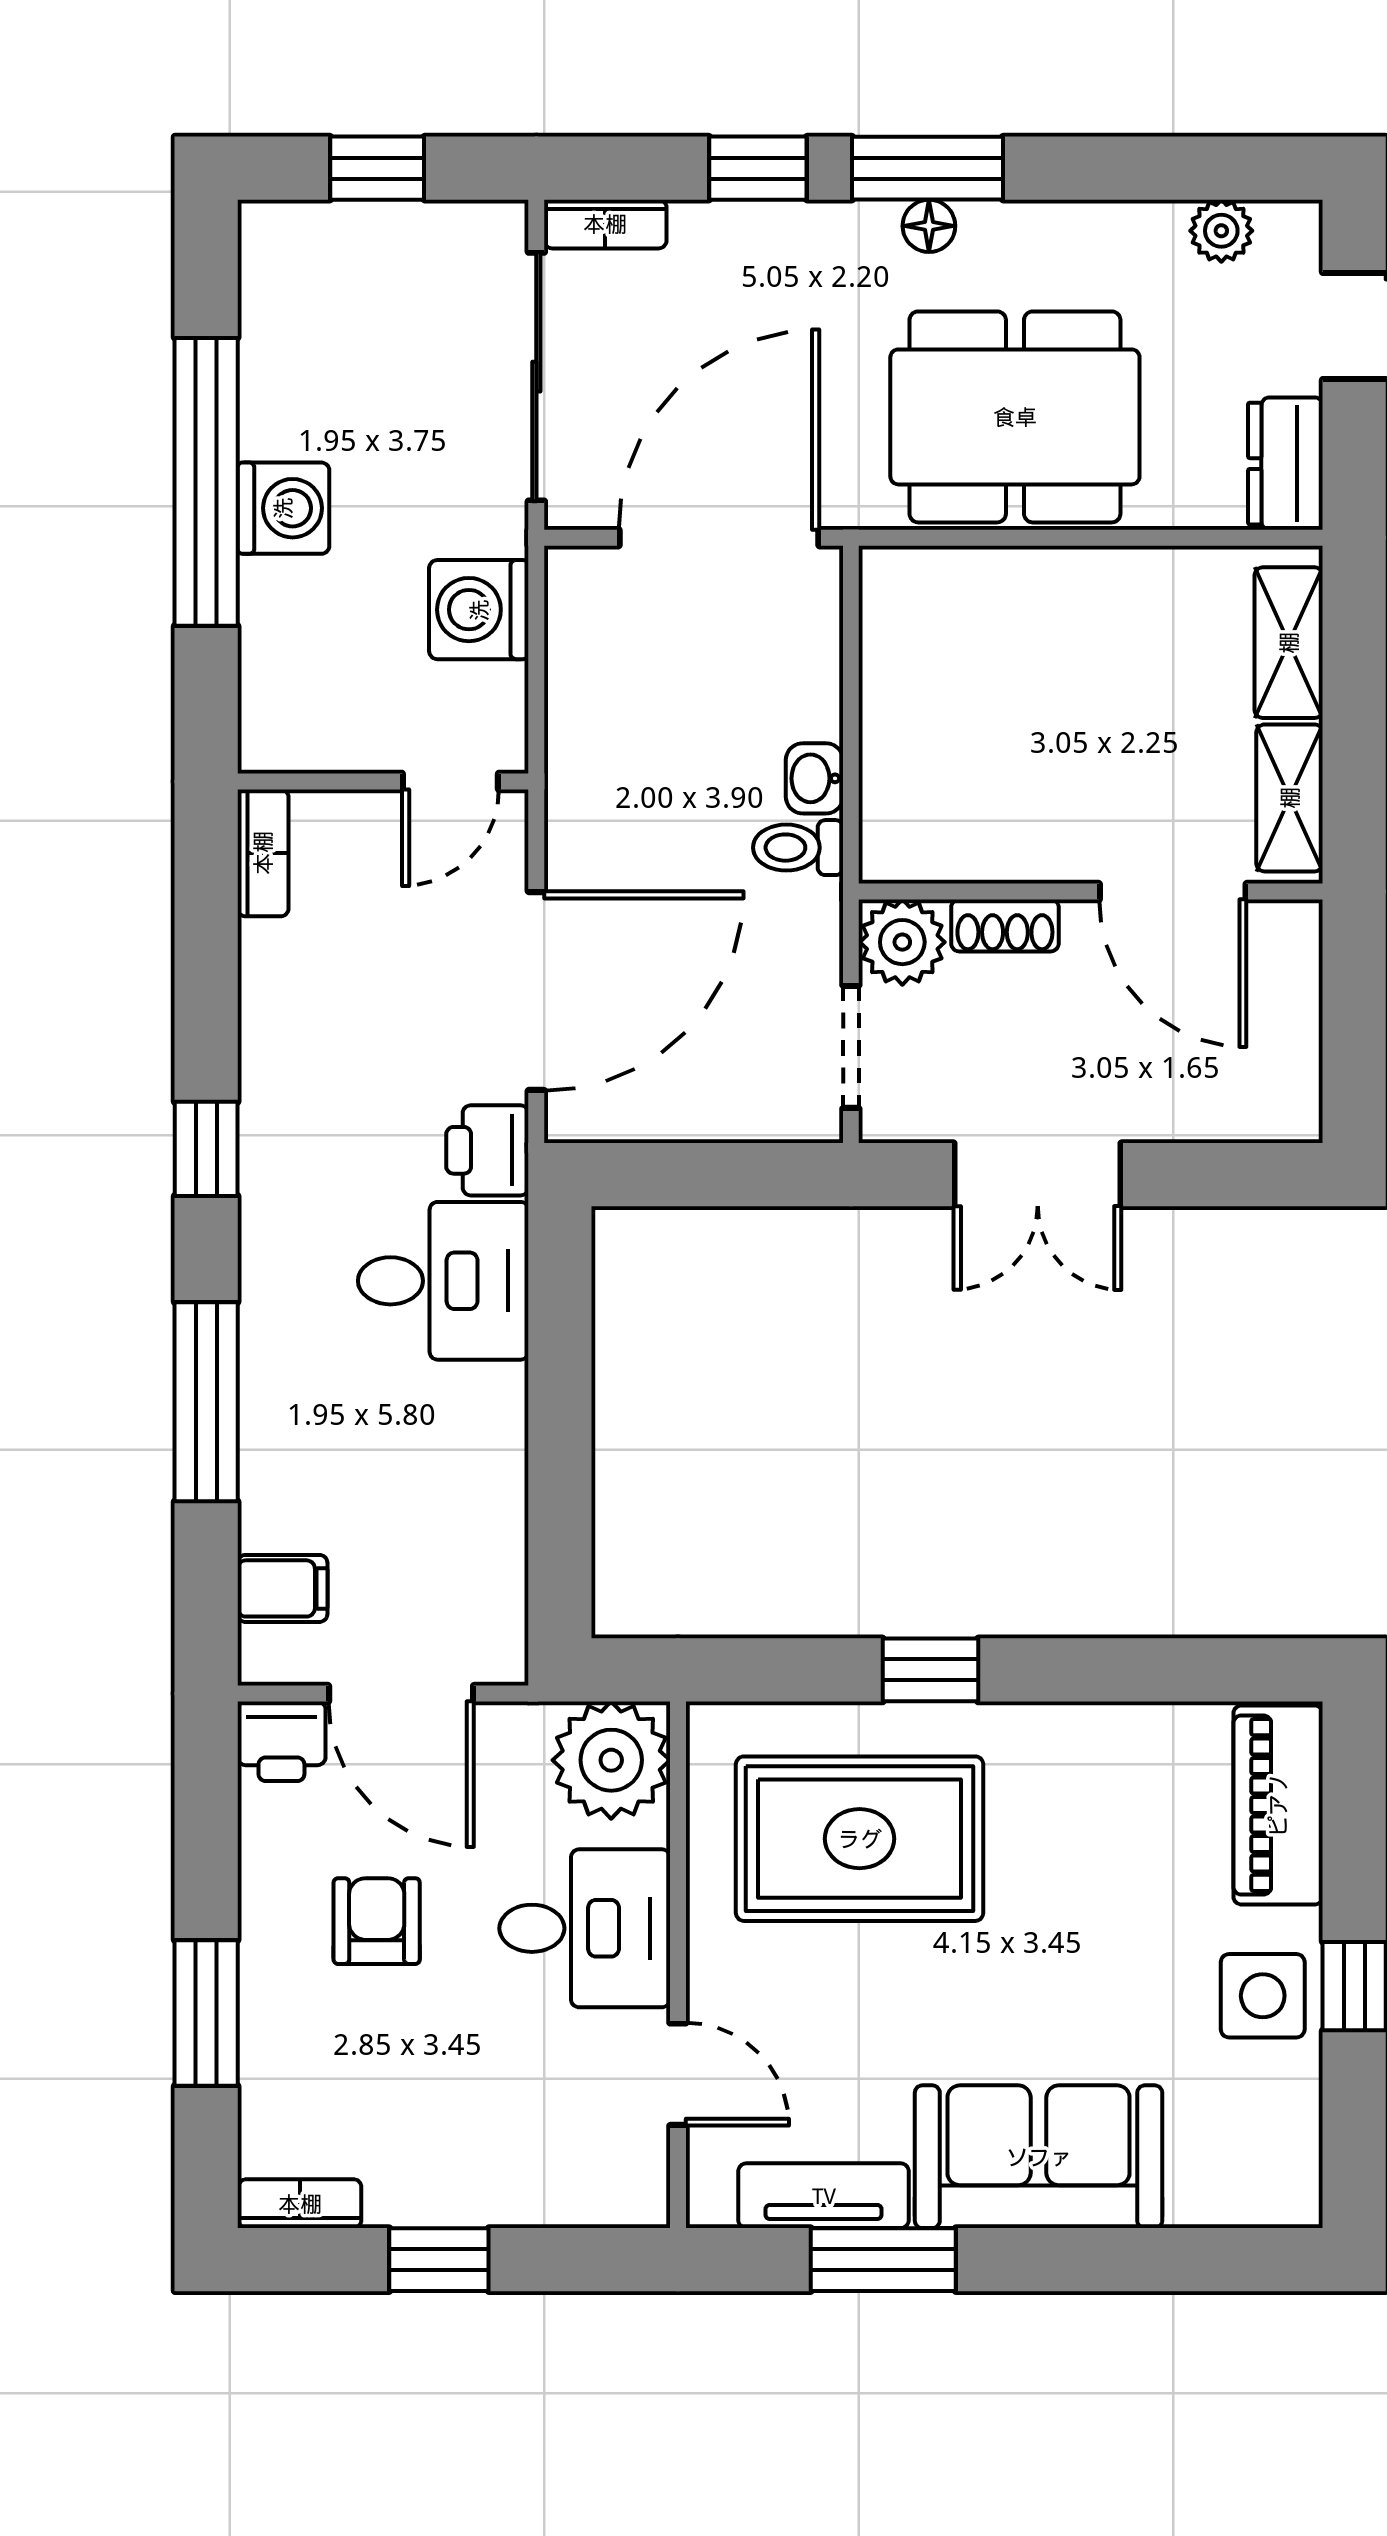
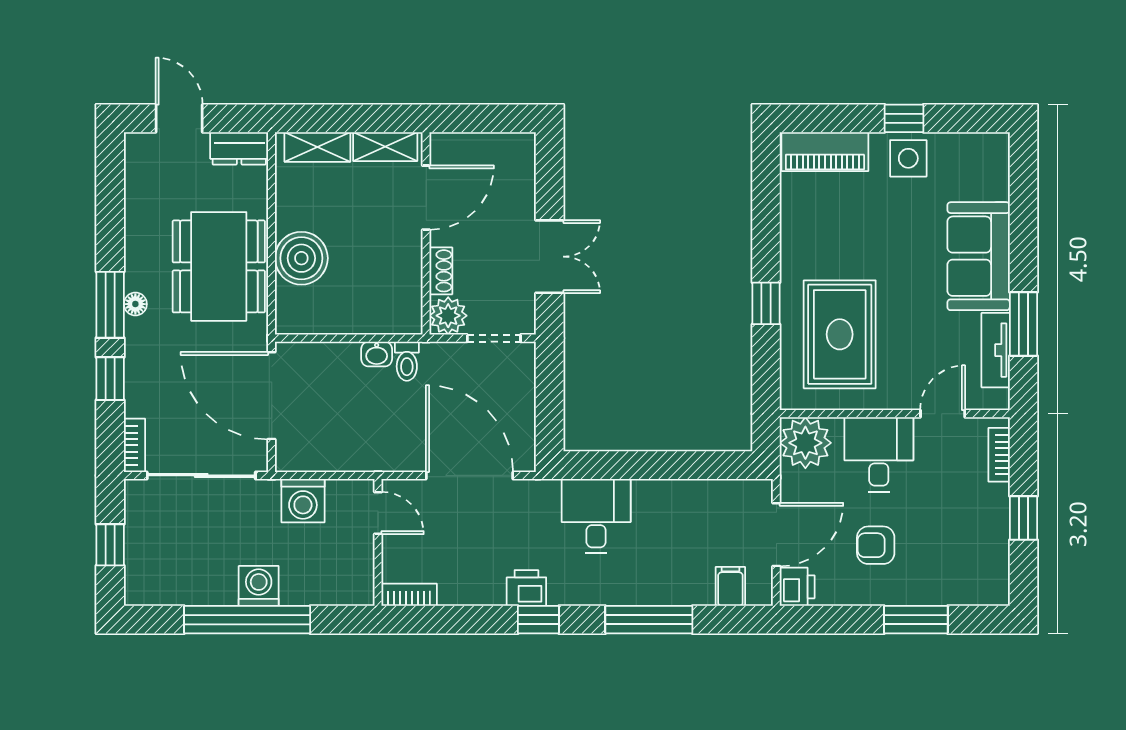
plant: (1221, 231) -> (137, 176), removed
boiler: (1034, 606) -> (301, 258), added
printer: (487, 1150) -> (526, 588), moved, turned 180
bookcase: (300, 2204) -> (999, 455), moved

